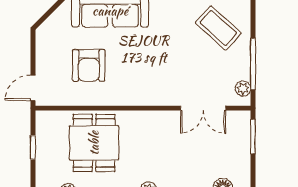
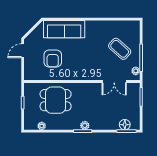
coffee table: (218, 28) -> (120, 49), moved
door: (33, 88) -> (23, 51), moved
dining table: (94, 143) -> (56, 100), turned 90

